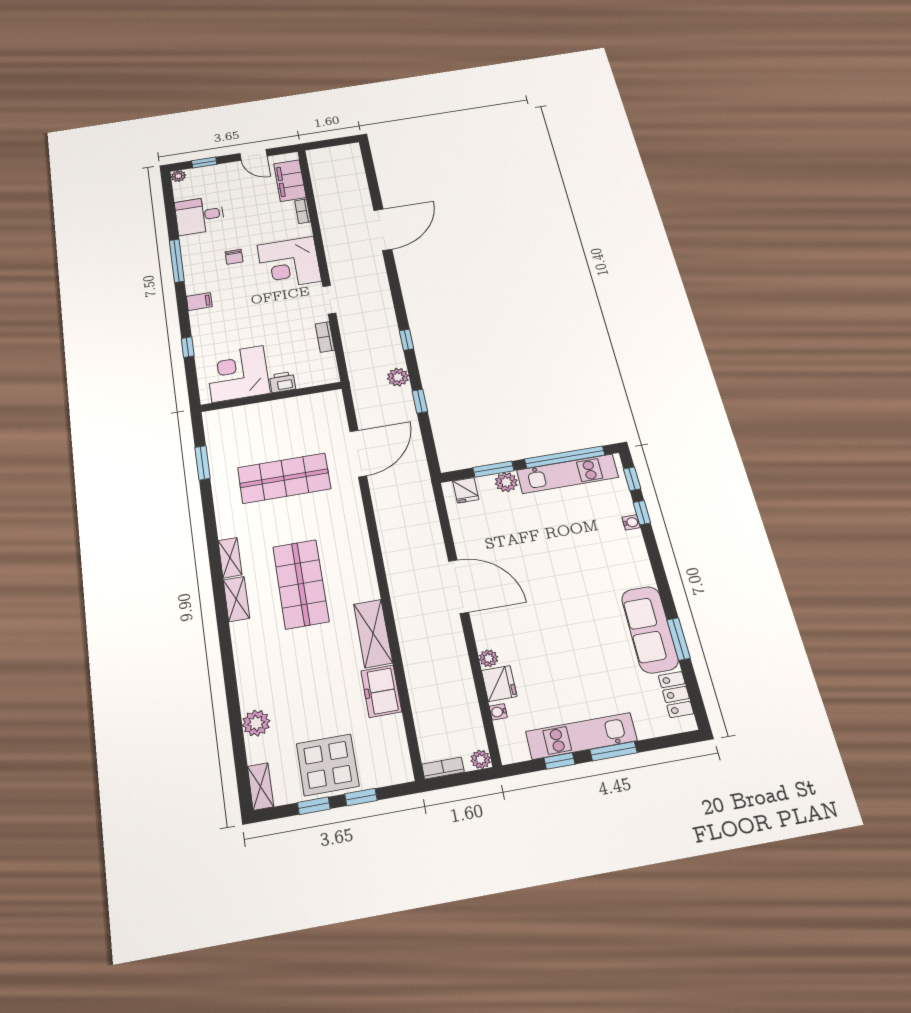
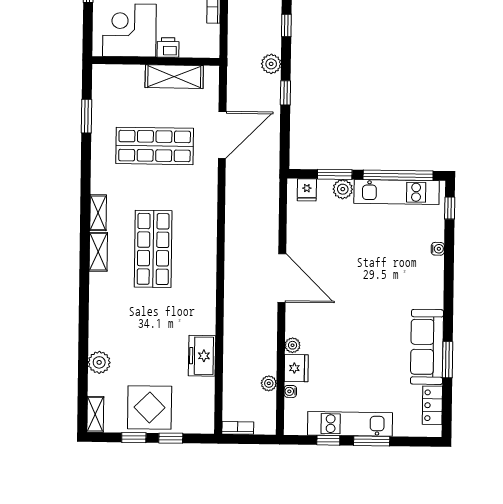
window: (642, 513) -> (449, 242), removed
shelving: (373, 633) -> (174, 77), moved, turned 90
plant: (481, 759) -> (269, 383), moved

